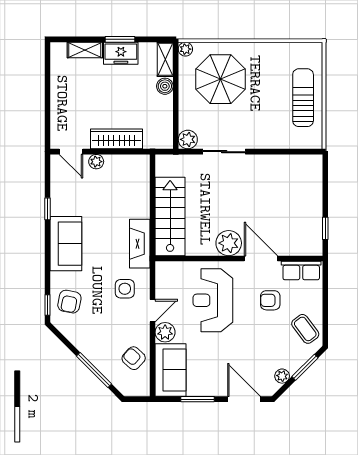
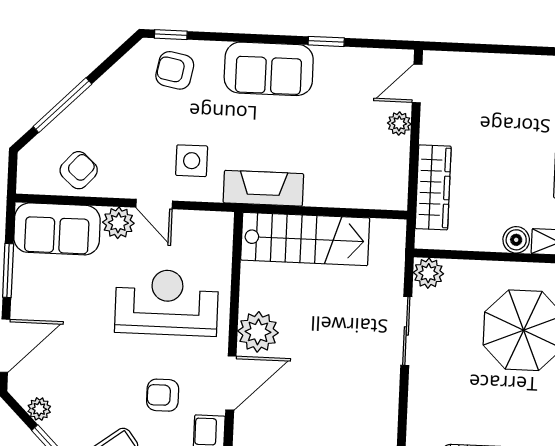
wardrobe: (116, 139) -> (433, 187), moved
armchair: (270, 300) -> (163, 395), turned -90

